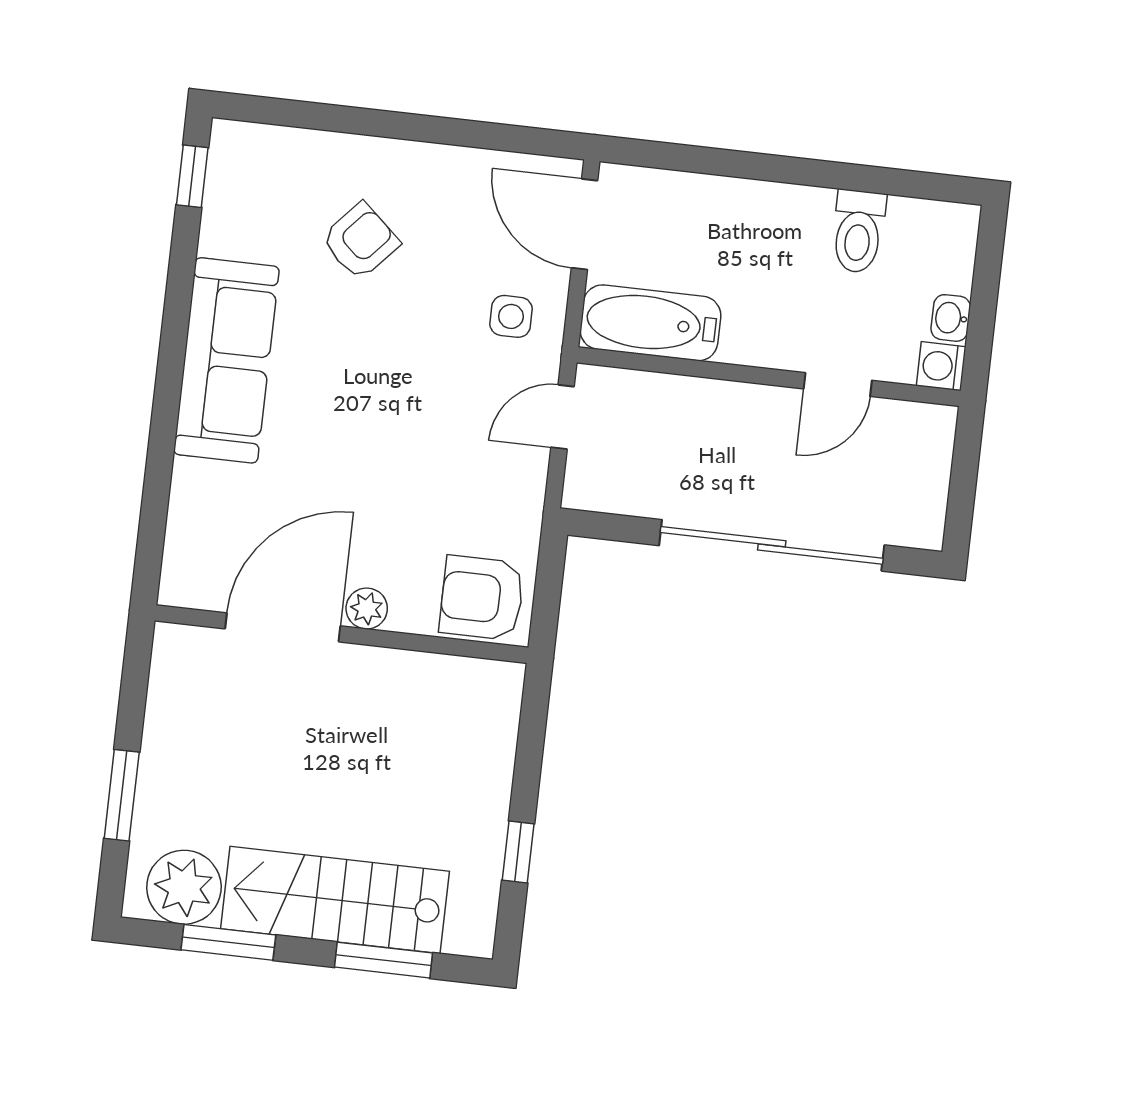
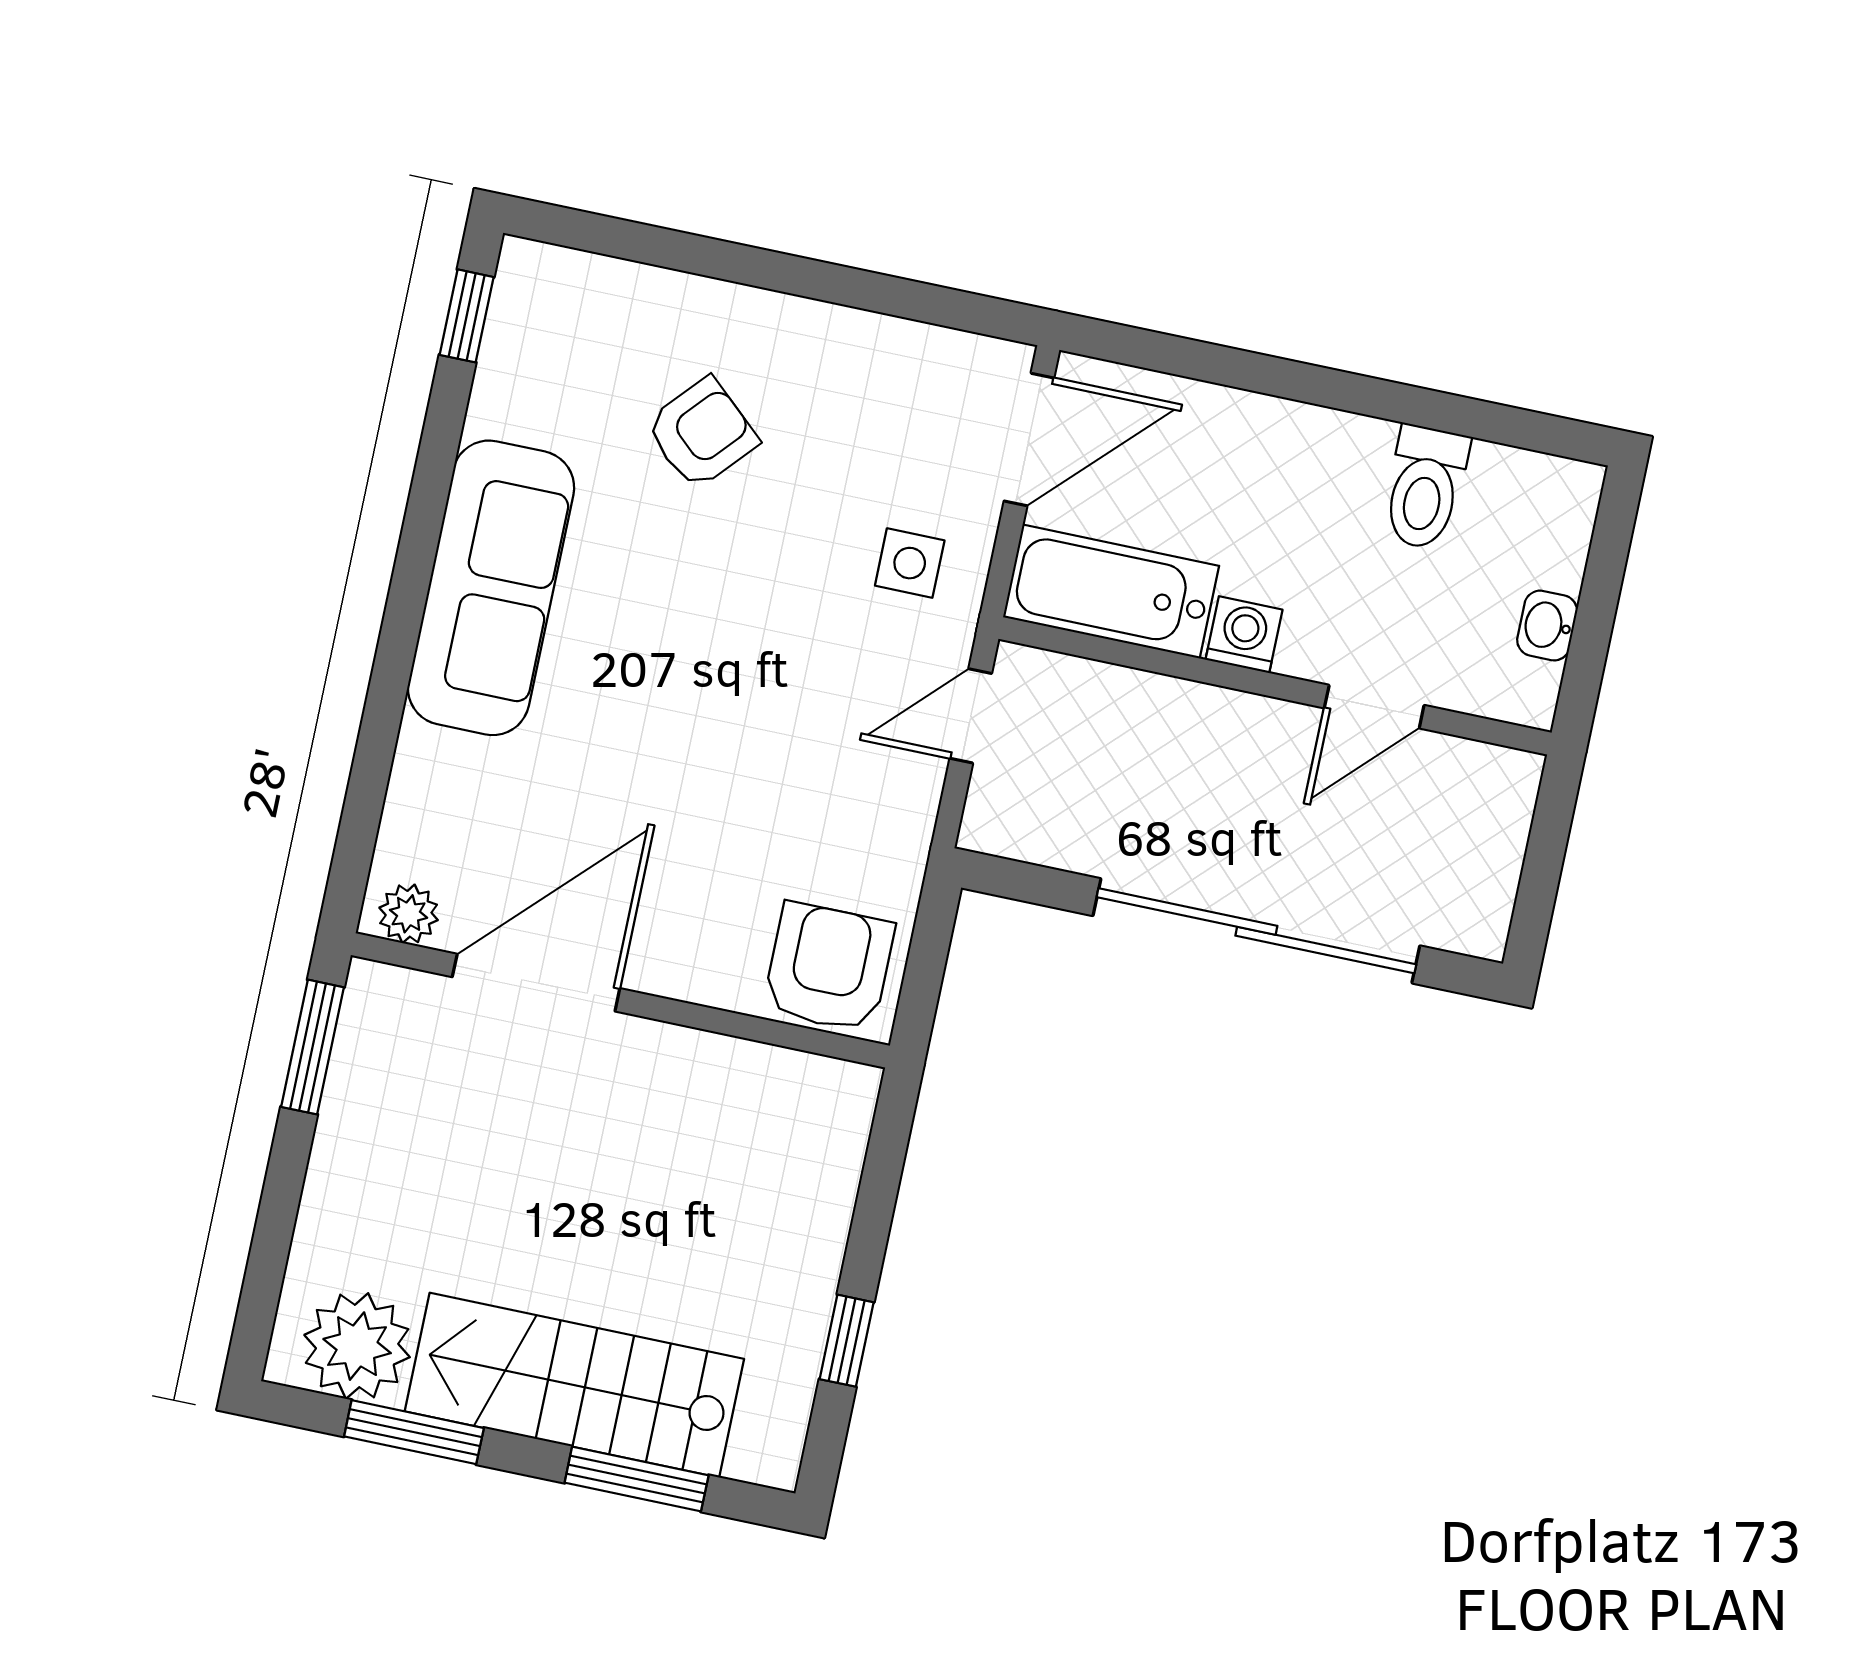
door: (585, 224) -> (1029, 439), swing flipped
washing machine: (941, 366) -> (1244, 635), moved, turned 90
armchair: (482, 598) -> (829, 967), turned 90
plant: (367, 609) -> (409, 914), moved
window: (122, 795) -> (313, 1047), moved

